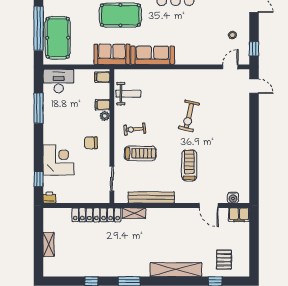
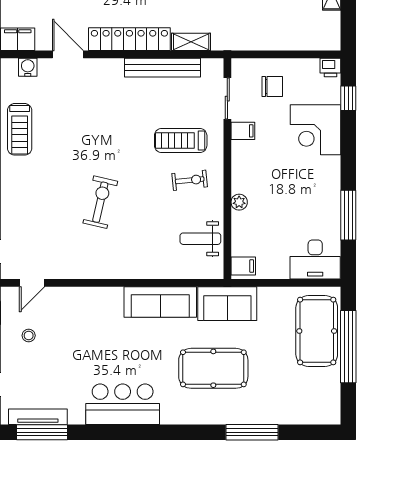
filing cabinet: (102, 105) -> (243, 131), moved
chair: (91, 143) -> (272, 86), moved
treadmill: (189, 165) -> (20, 129), moved
locker: (96, 215) -> (129, 39), moved

